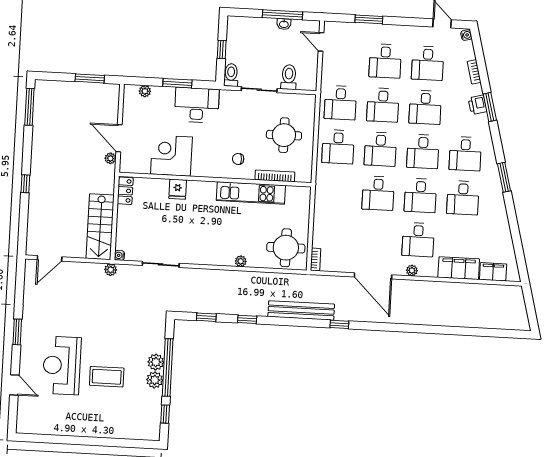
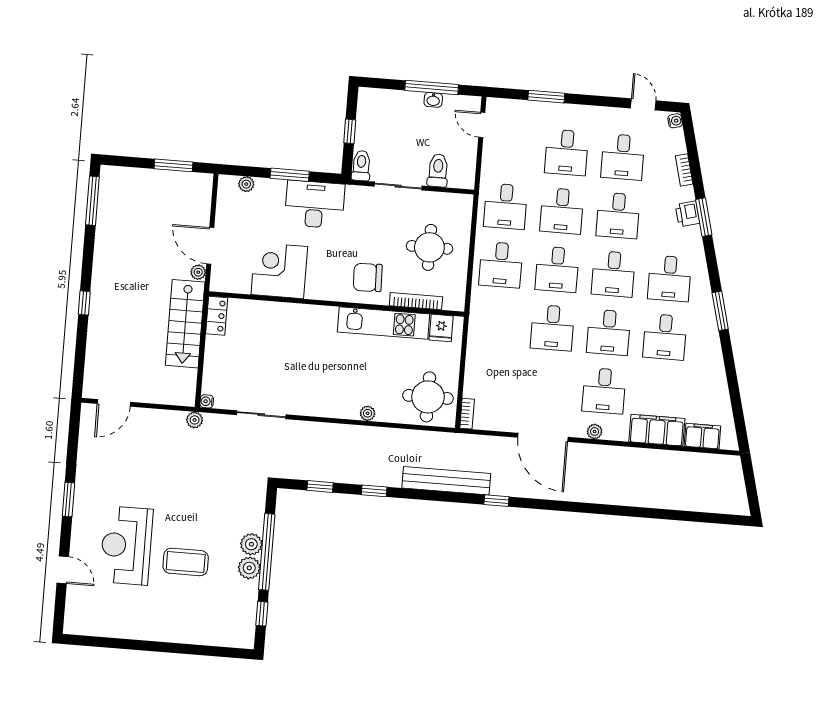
chair: (238, 159) -> (368, 277), width x1.87, depth x1.87
fridge: (178, 189) -> (441, 328), moved
stairs: (100, 227) -> (185, 324), moved

